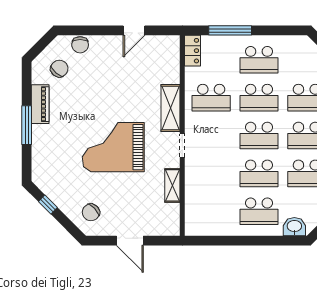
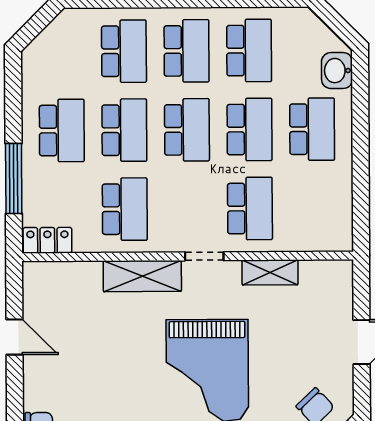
school desk: (211, 173) -> (250, 208), added

